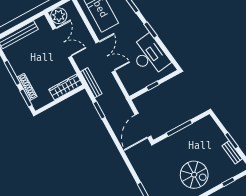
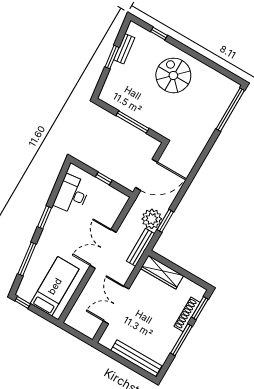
plant: (59, 16) -> (152, 219), moved
desk: (149, 56) -> (72, 194), width x0.73, depth x0.77
door: (143, 125) -> (146, 175), moved

